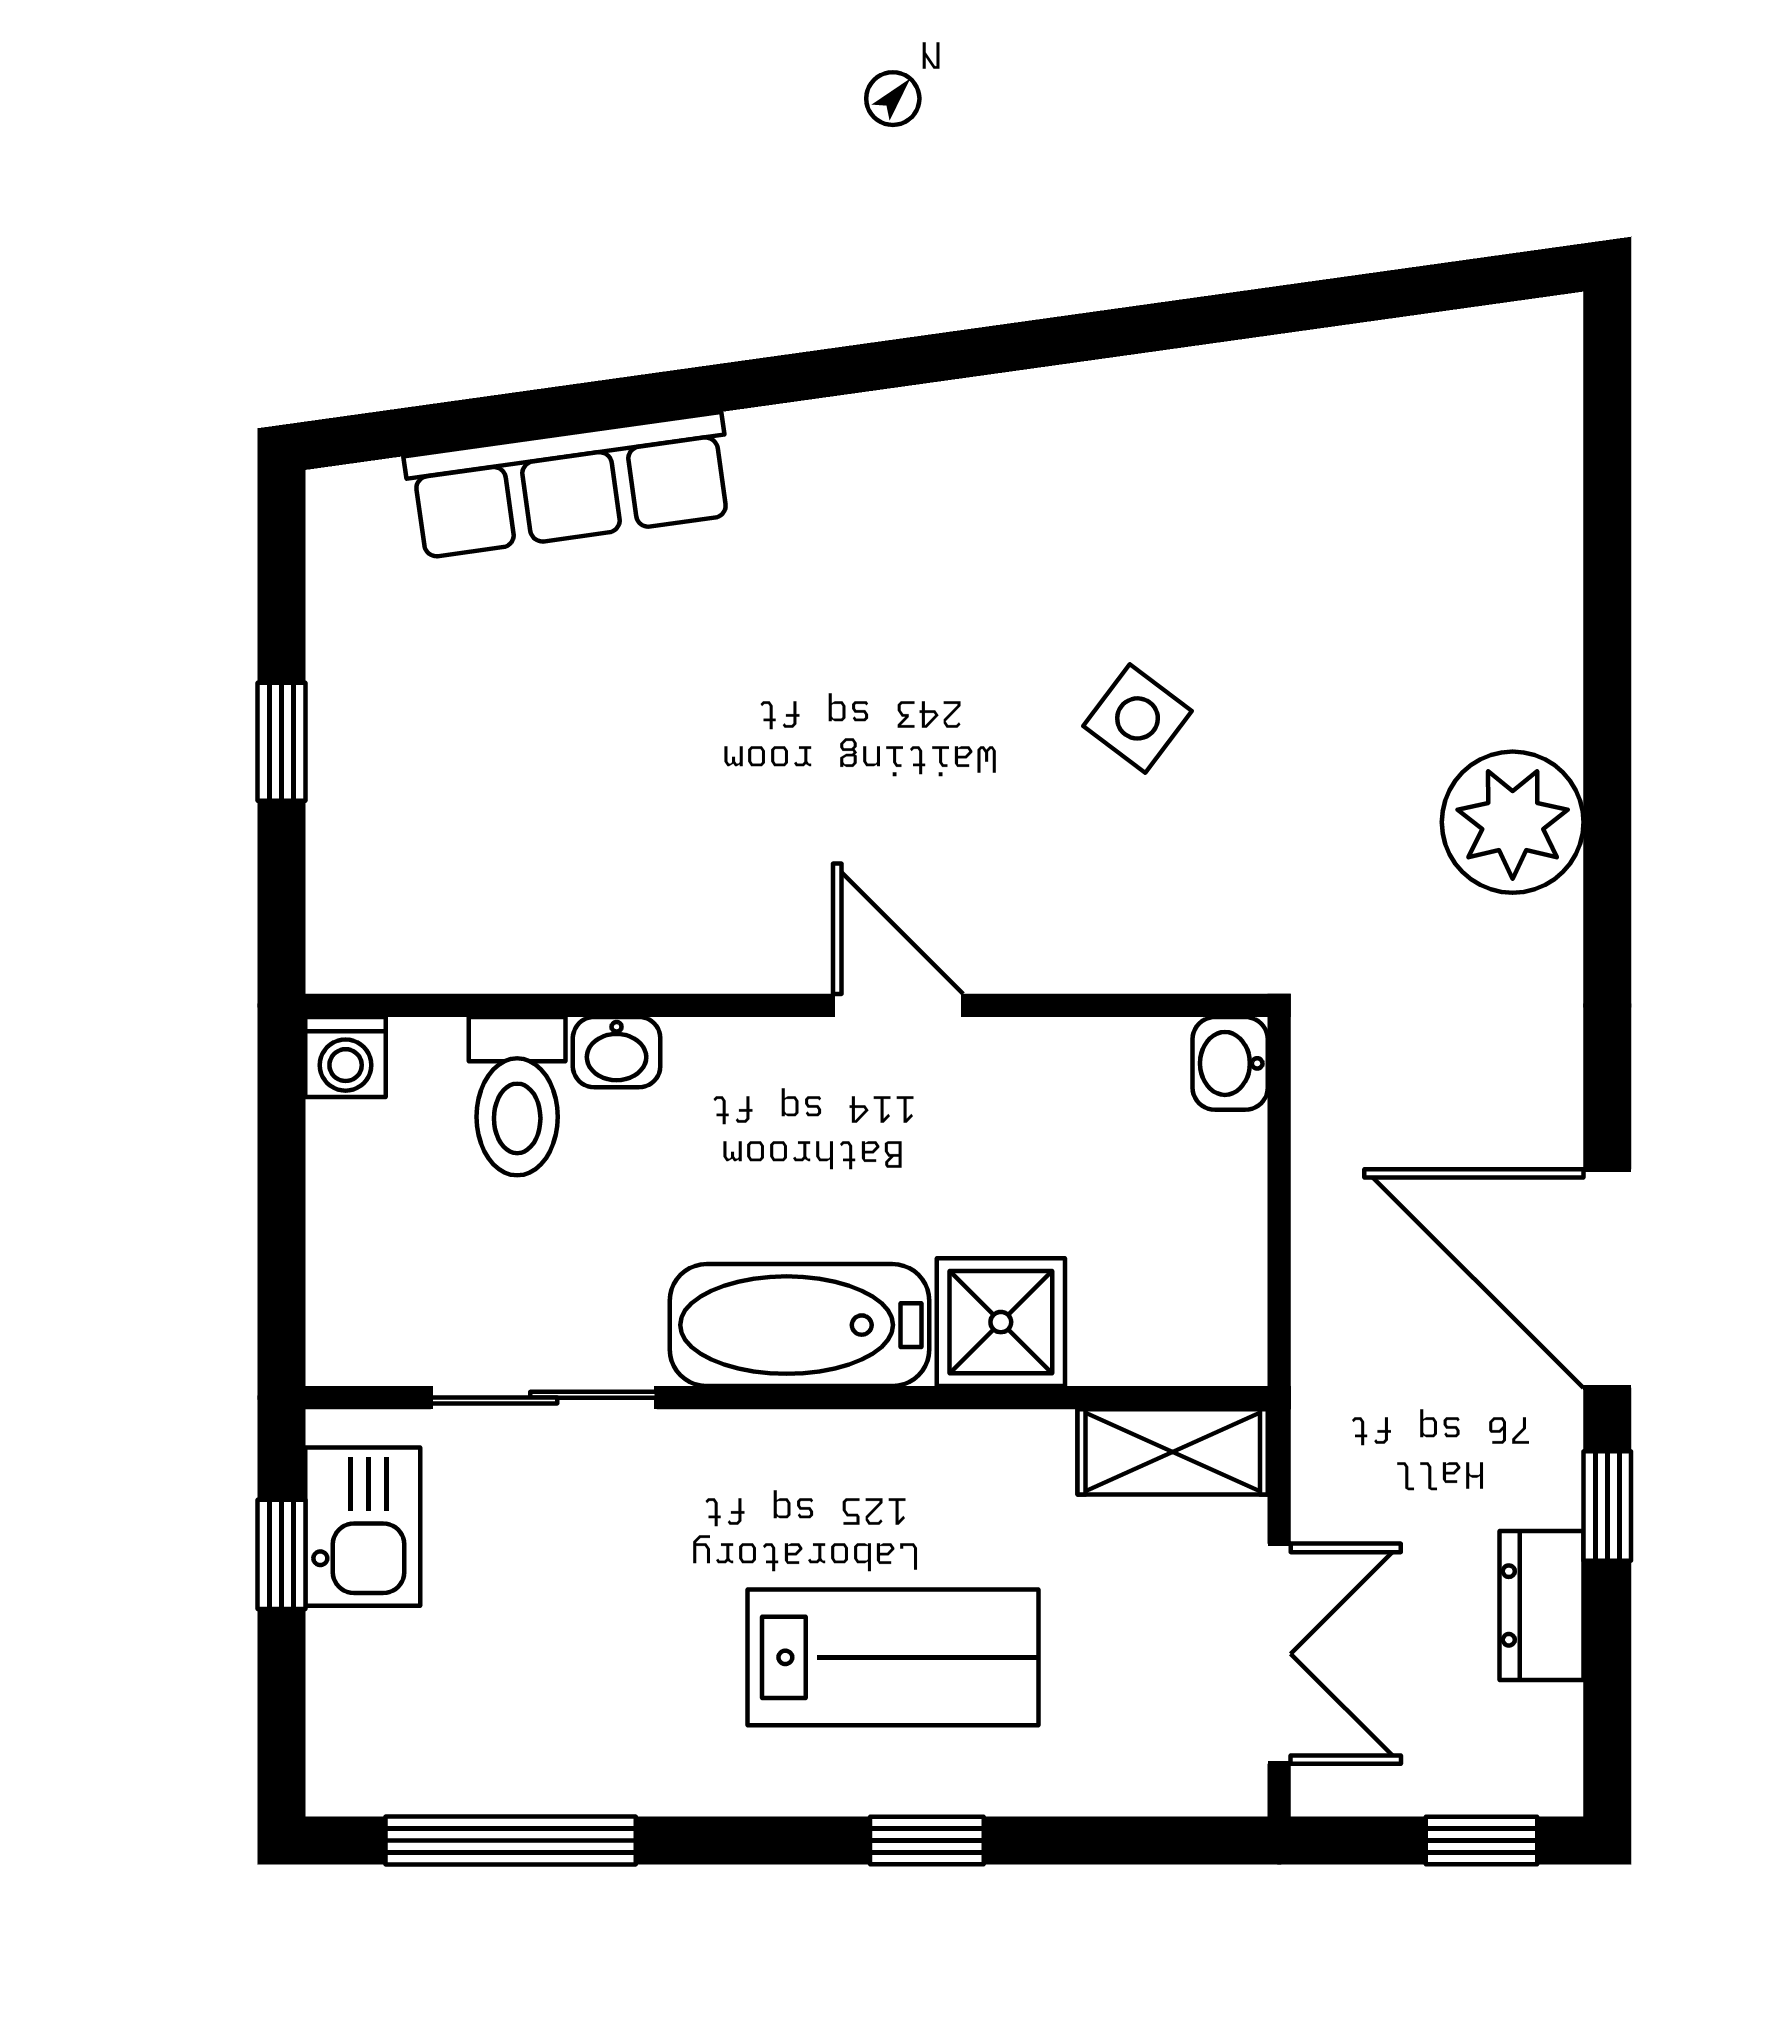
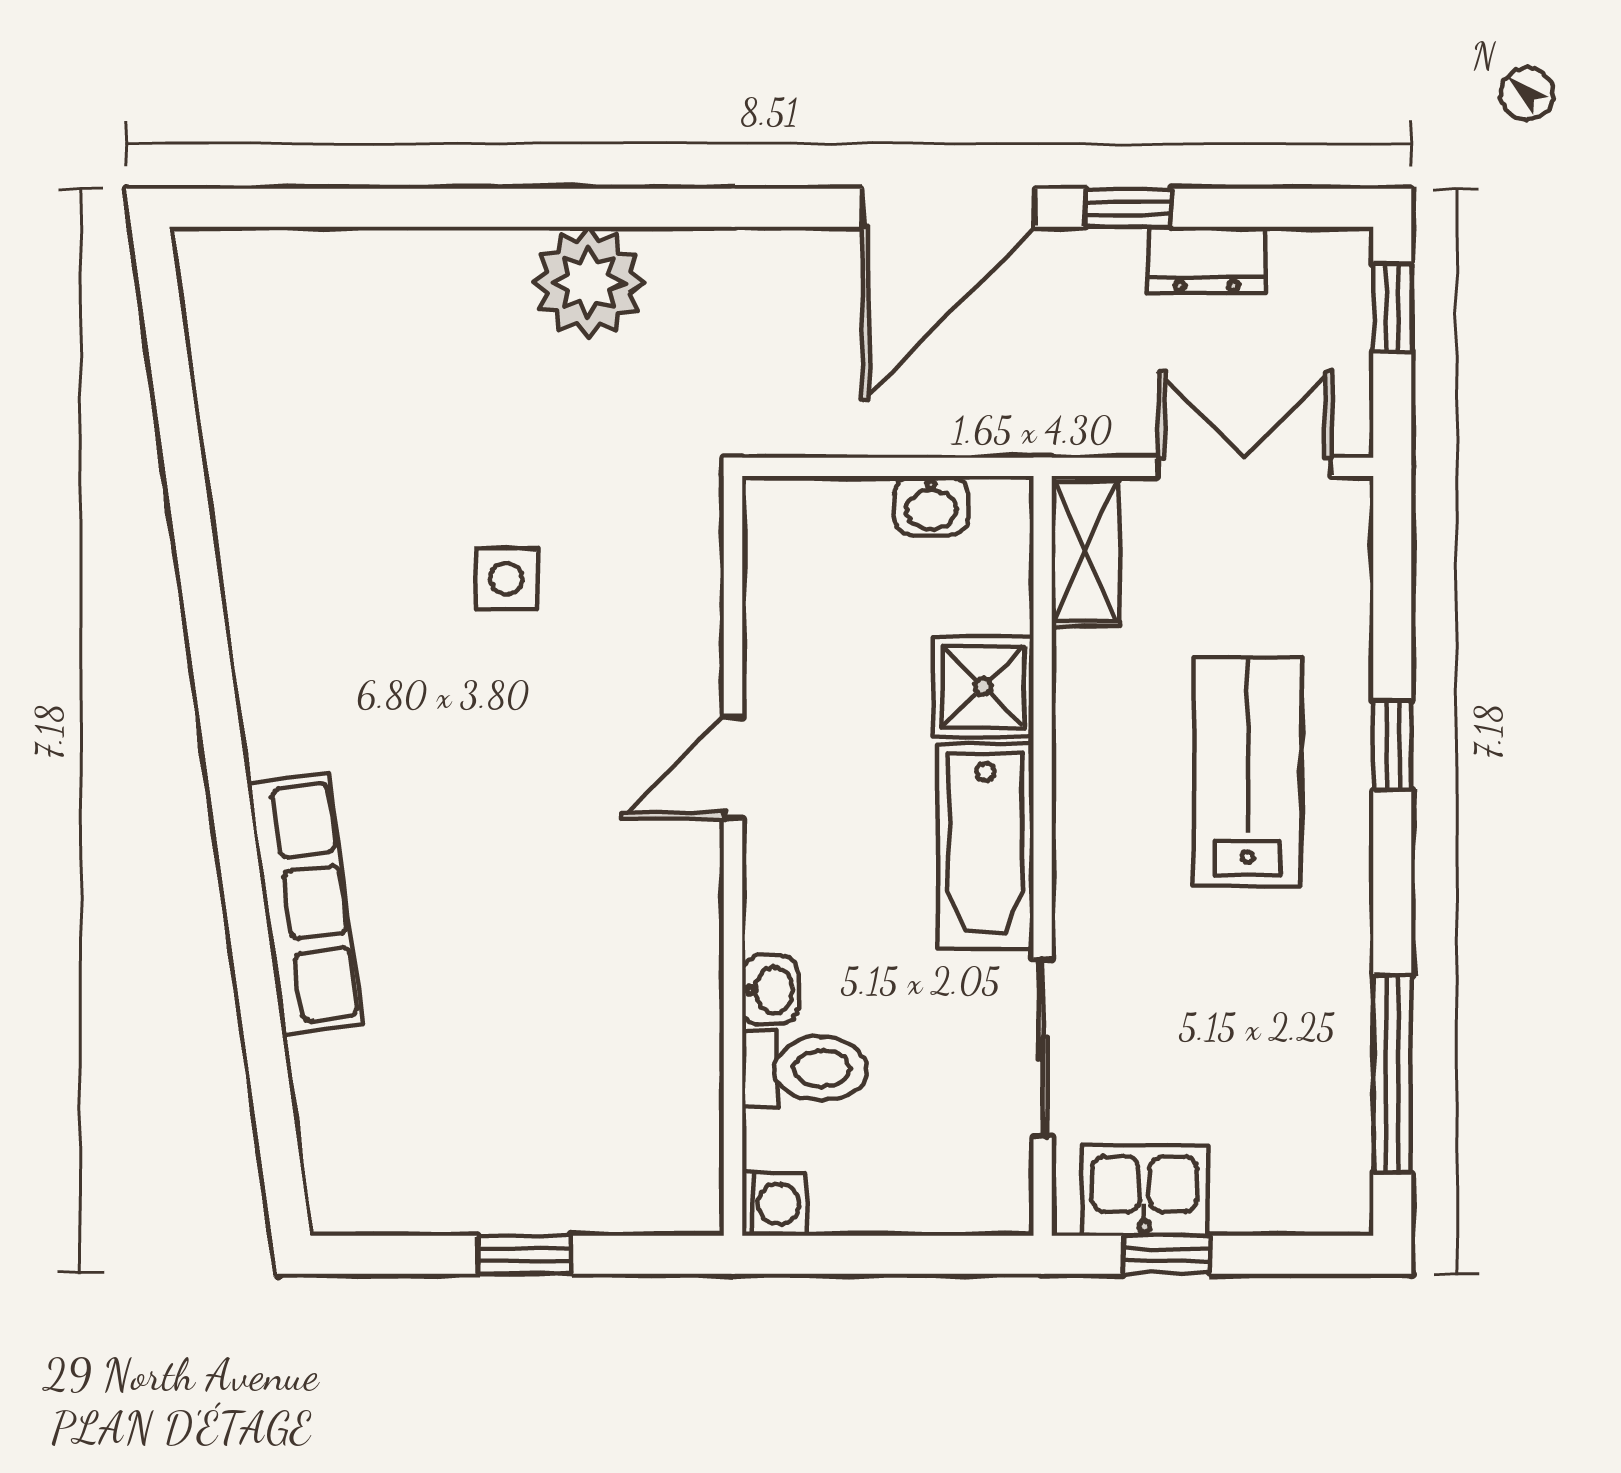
row of seats: (569, 486) -> (305, 904), moved
side table: (1138, 718) -> (506, 579), turned -37
washbasin: (1230, 1063) -> (931, 506), moved

